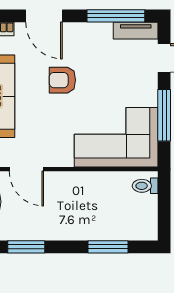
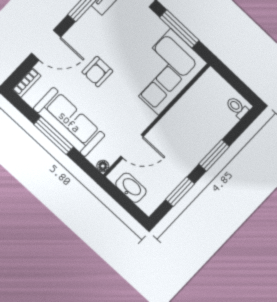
toilet: (145, 186) -> (237, 107), moved, turned 90
window: (108, 247) -> (214, 155), moved

